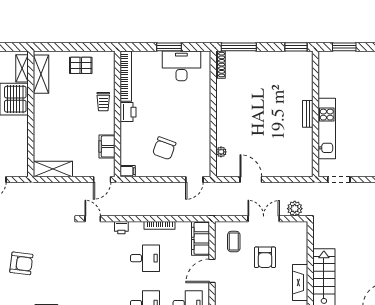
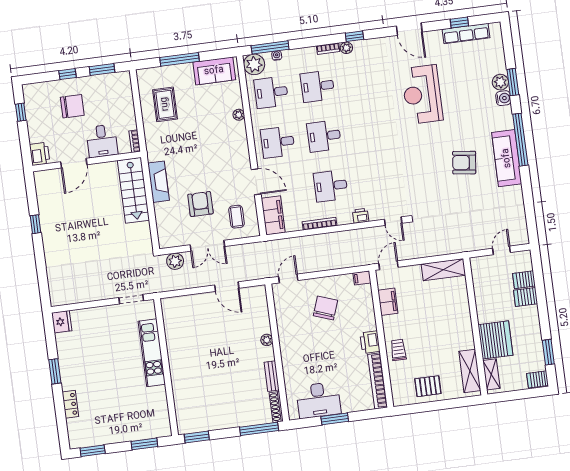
bench: (308, 114) -> (272, 376), moved
plant: (221, 152) -> (267, 340), moved
door: (212, 271) -> (256, 182), hinge flipped

